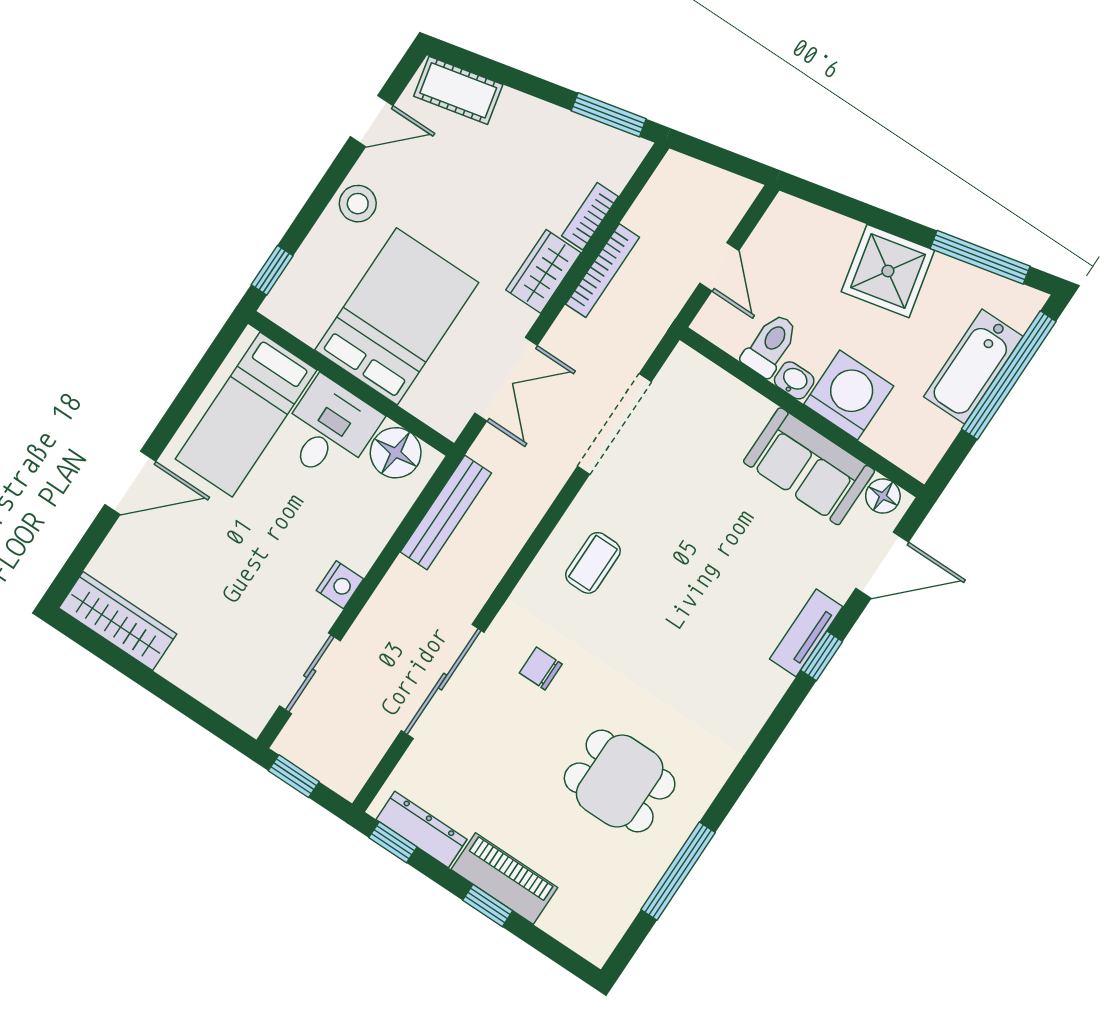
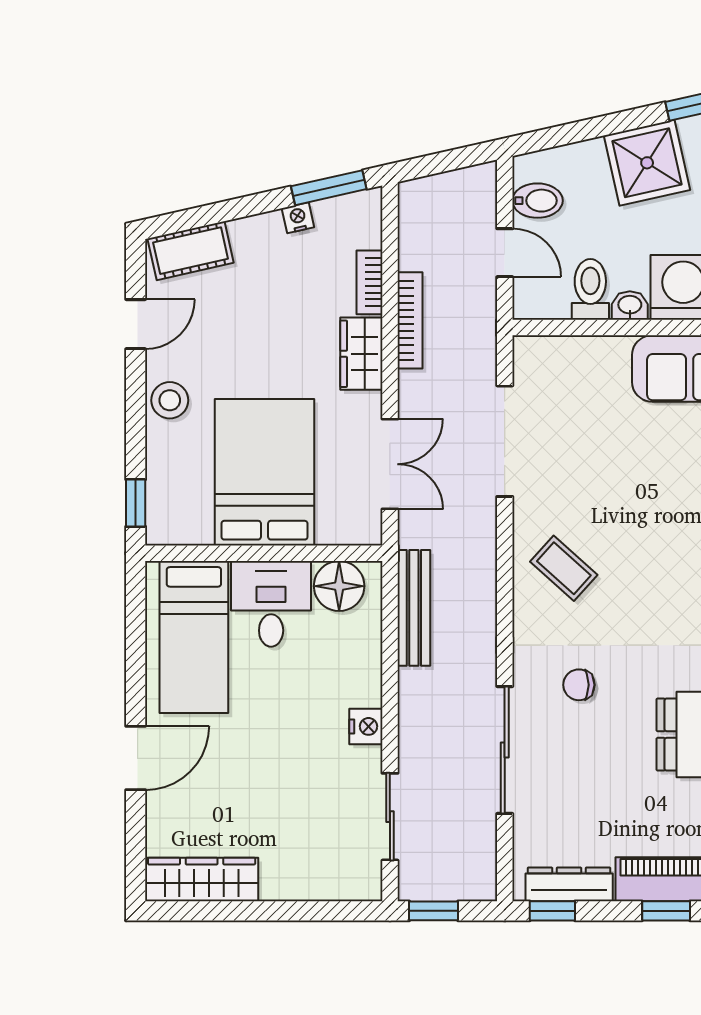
nightstand: (566, 123) -> (298, 218), added
bidet: (776, 242) -> (537, 201), added
coffee table: (593, 563) -> (564, 568), turned -48

